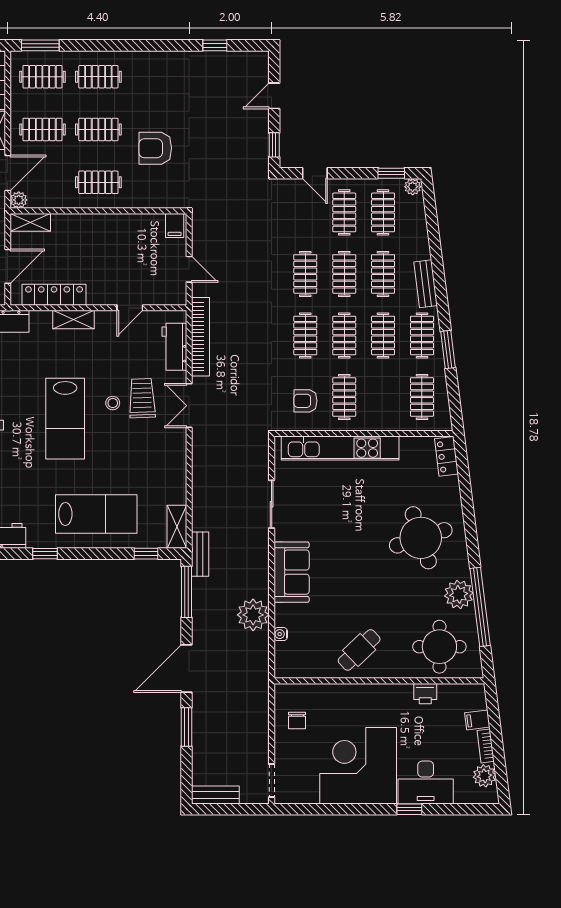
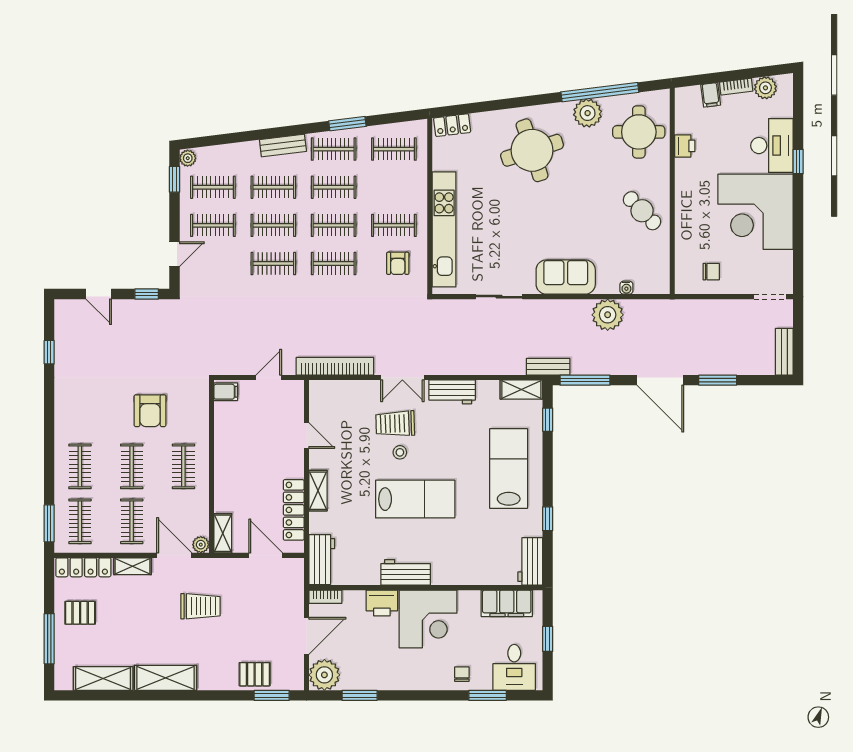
workbench: (174, 347) -> (452, 392), moved

